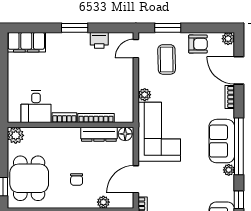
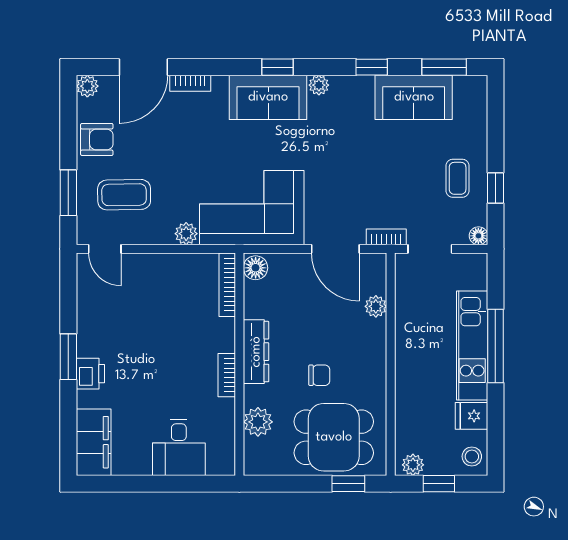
printer: (99, 40) -> (90, 374), moved
armchair: (198, 44) -> (97, 139), turned 90
desk: (36, 107) -> (179, 447), moved, turned 90
bookcase: (96, 118) -> (227, 285), moved
dresser: (99, 134) -> (256, 352), moved
plant: (16, 135) -> (258, 422), moved
window: (239, 146) -> (278, 67), width x0.32
chair: (77, 179) -> (319, 375), moved

